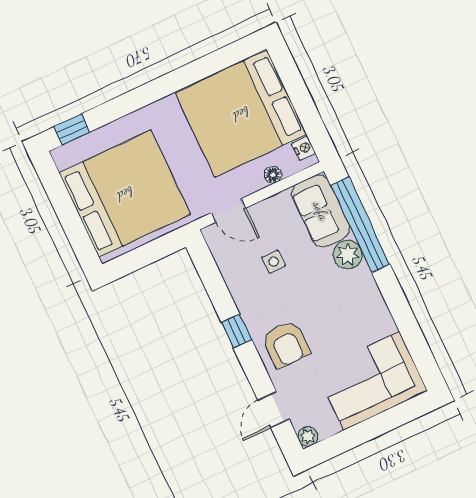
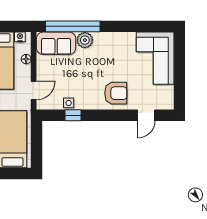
side table: (274, 262) -> (69, 103), moved
window: (236, 331) -> (73, 115), moved
door: (273, 410) -> (146, 115), hinge flipped
plant: (308, 436) -> (168, 104), removed

